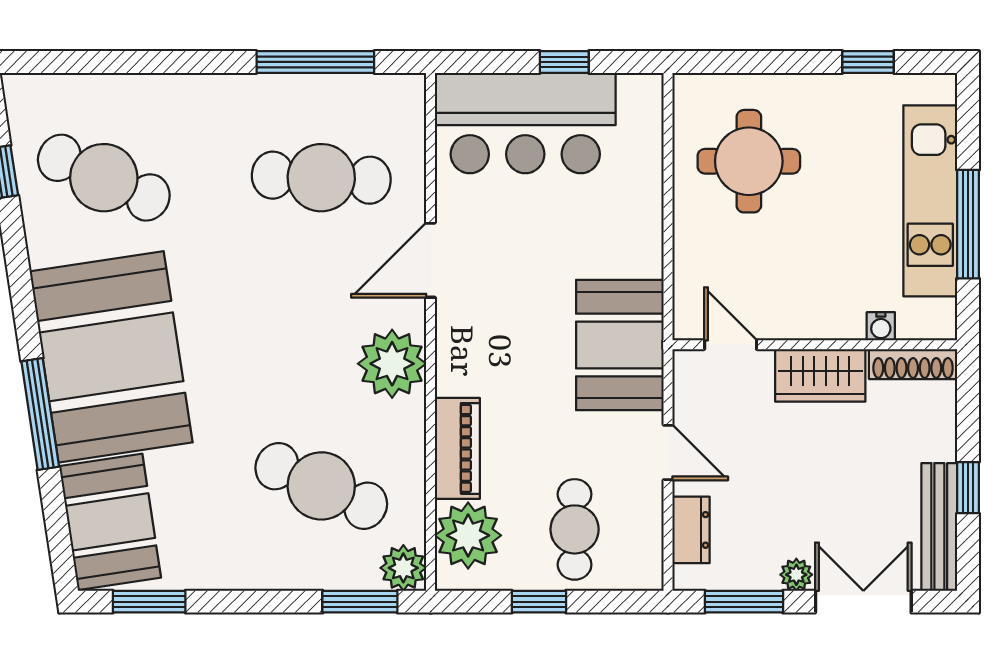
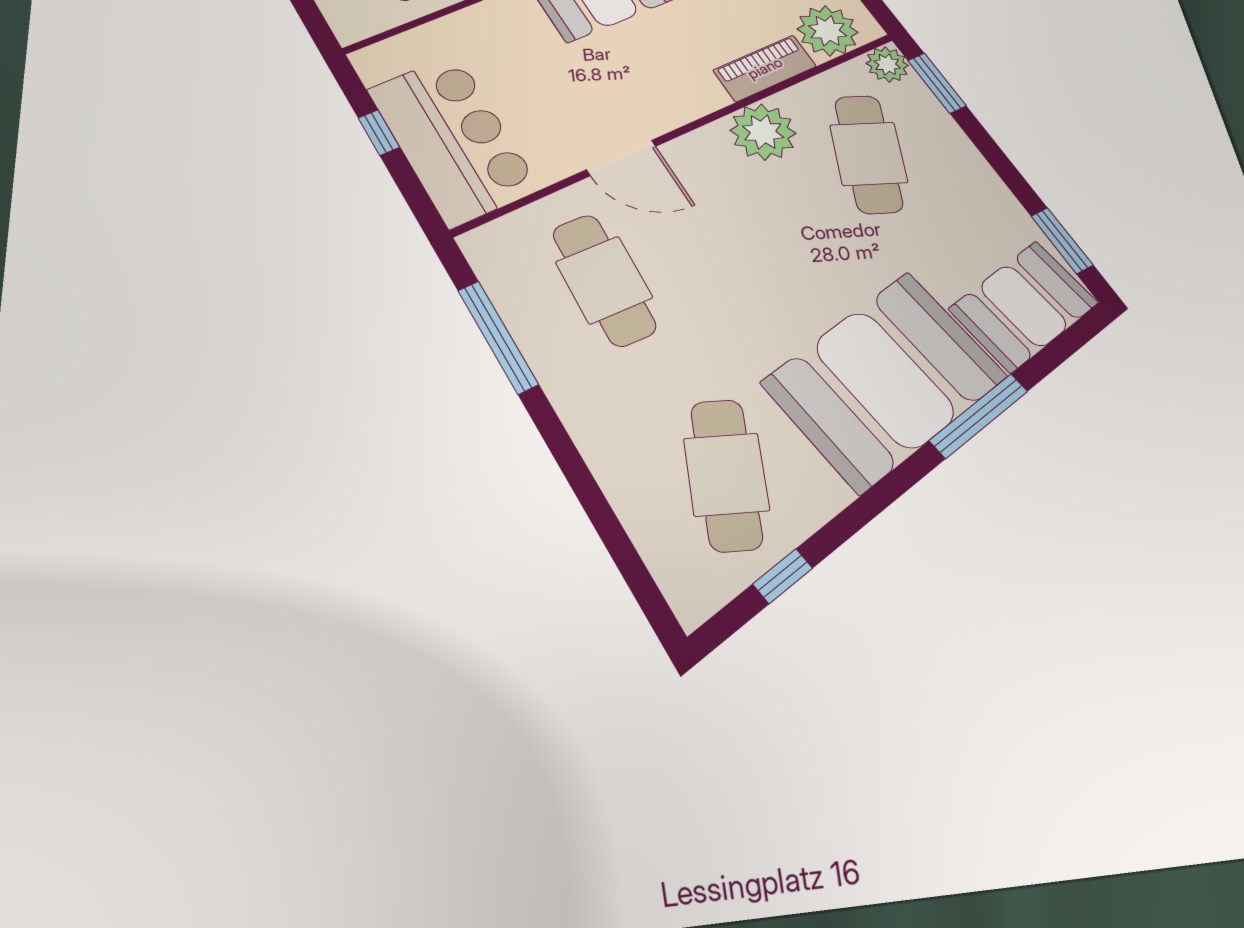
plant: (392, 364) -> (763, 132), moved

